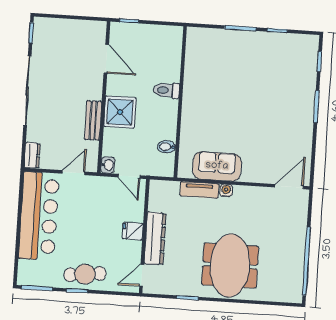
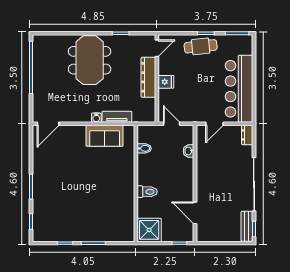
shower: (120, 112) -> (149, 230), moved
bench: (93, 120) -> (247, 226), moved
washbasin: (108, 165) -> (189, 151), moved

